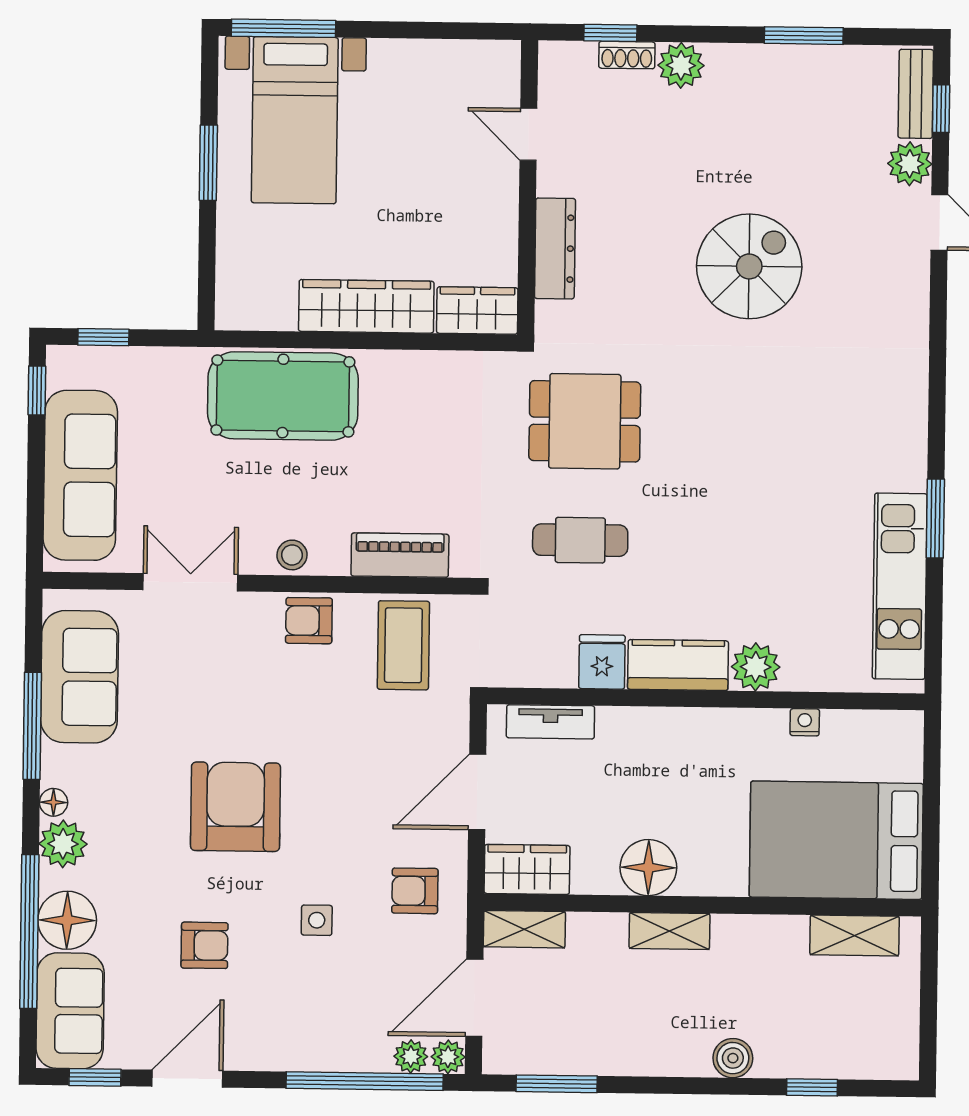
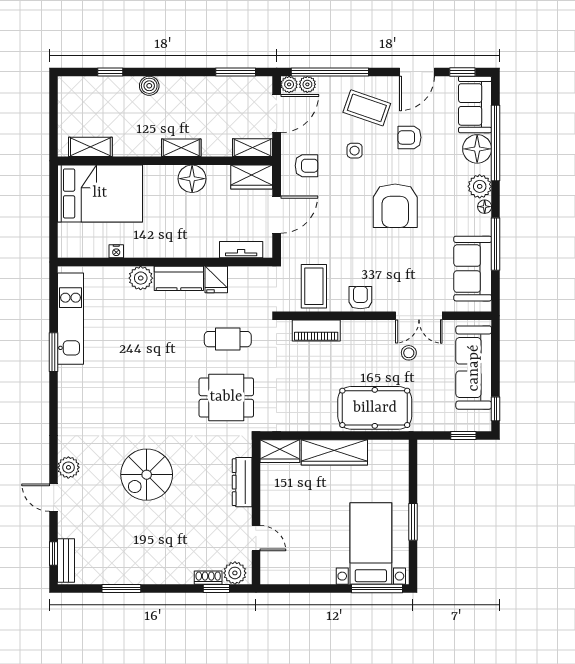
plant: (681, 65) -> (235, 573), moved
plant: (910, 164) -> (68, 467), moved
stool: (292, 555) -> (409, 353), moved
armchair: (309, 621) -> (360, 298), turned -90
coffee table: (291, 1007) -> (367, 108), added

